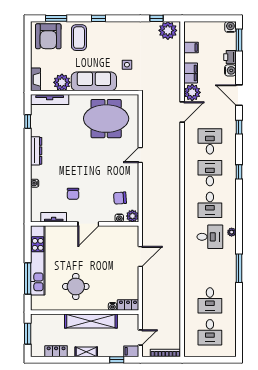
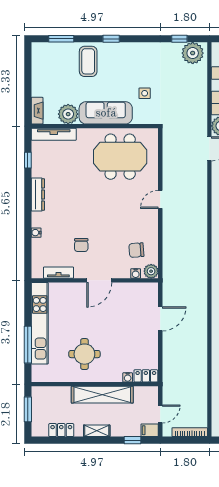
armchair: (48, 36) -> (52, 60), removed

